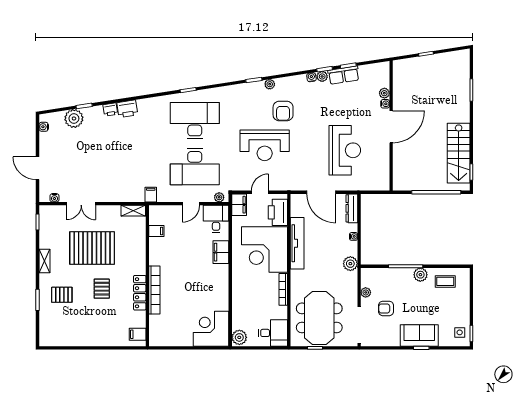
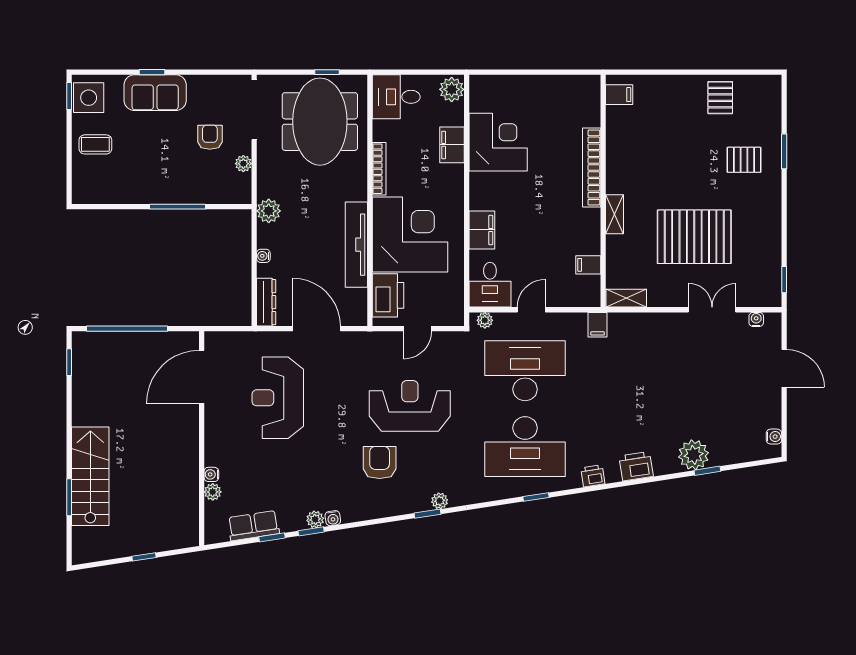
row of seats: (344, 75) -> (253, 526), moved
plant: (270, 84) -> (440, 501), moved
printer: (110, 110) -> (593, 476), moved
plant: (74, 118) -> (694, 455), moved
door: (391, 127) -> (202, 377), moved
stairs: (459, 153) -> (90, 476), moved
filing cabinet: (239, 205) -> (452, 145), moved
shelving: (44, 261) -> (615, 214), moved
plant: (420, 275) -> (153, 193), removed
coffee table: (445, 281) -> (95, 144), moved
pallet: (102, 289) -> (720, 98), moved
locker: (140, 293) -> (616, 163), removed
armchair: (386, 308) -> (210, 137), turned -90
corner desk: (211, 329) -> (498, 142), moved, turned -90
side table: (460, 332) -> (89, 98), width x1.87, depth x1.87

